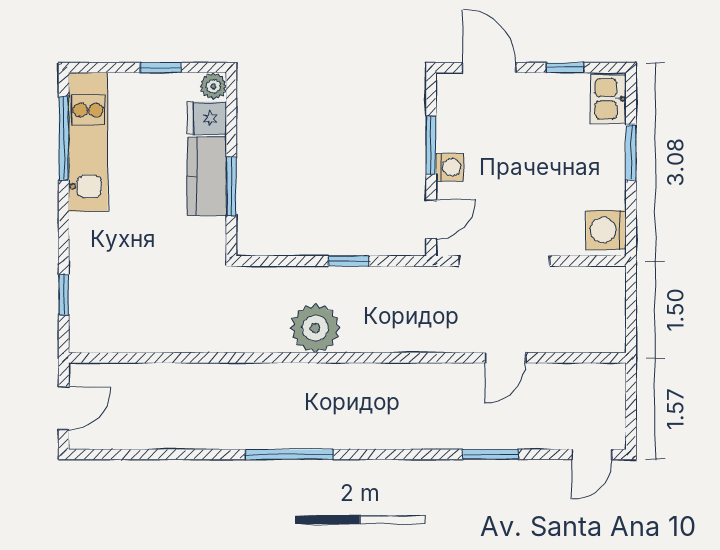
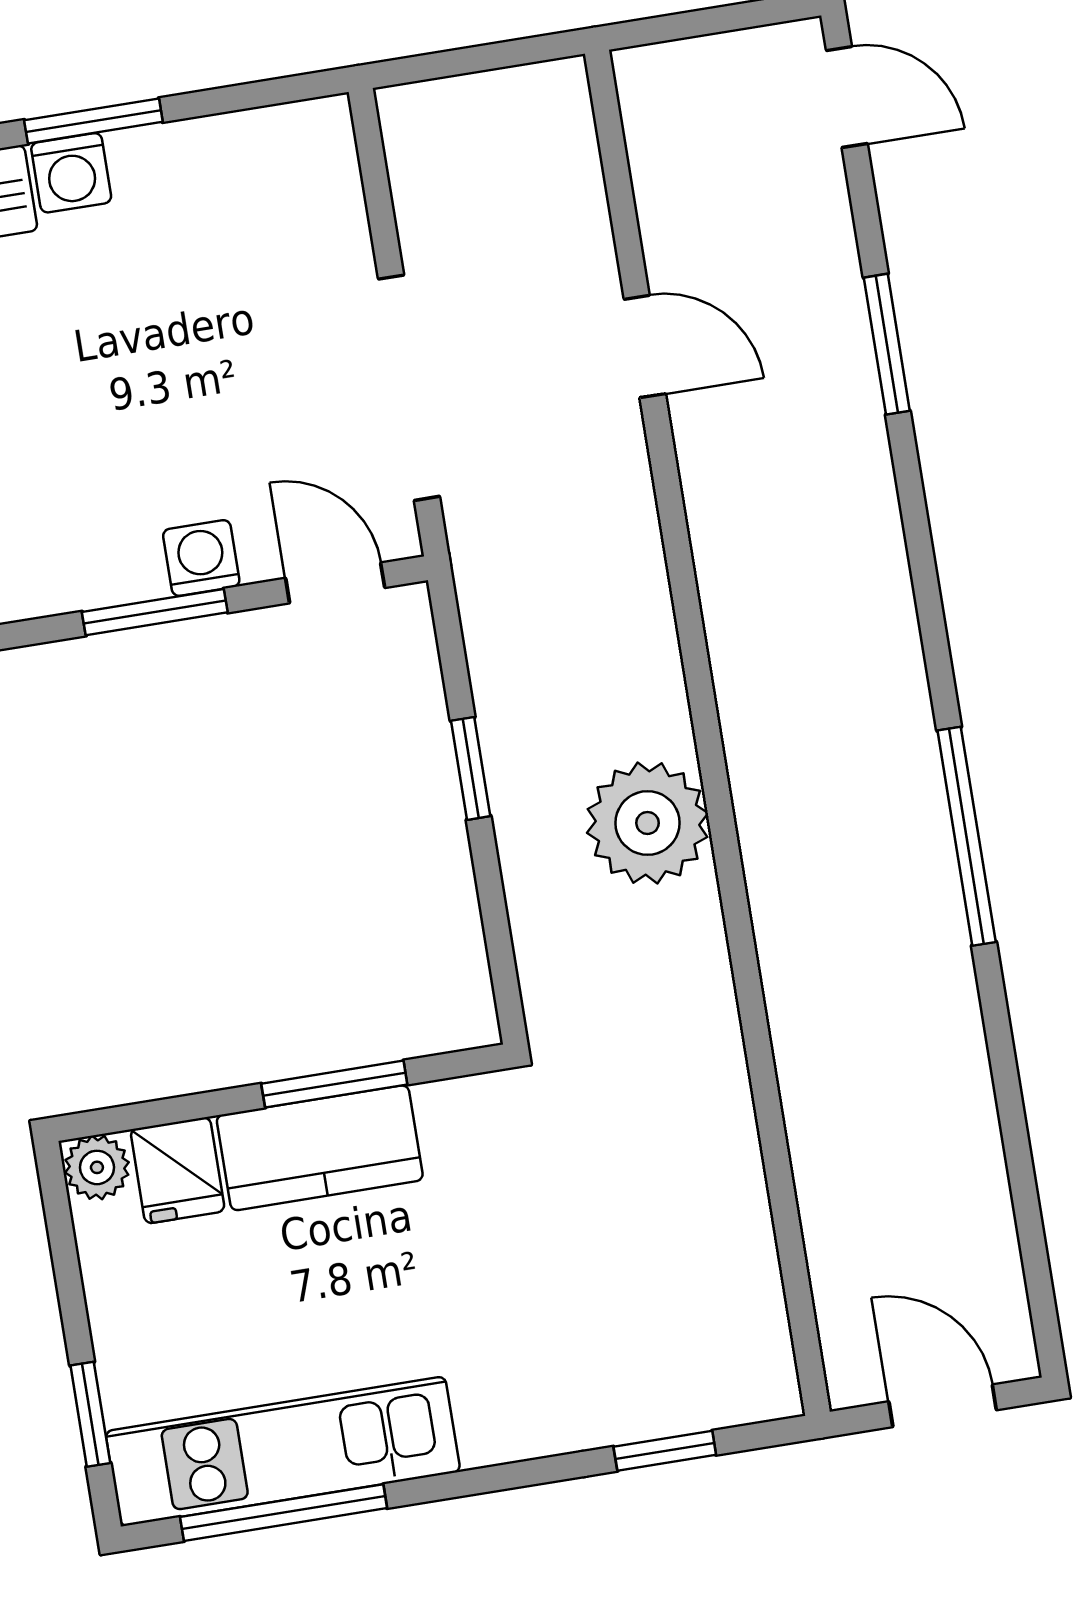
window: (161, 68) -> (90, 1414), moved
washing machine: (606, 230) -> (71, 173), moved, width x0.73, depth x0.73

